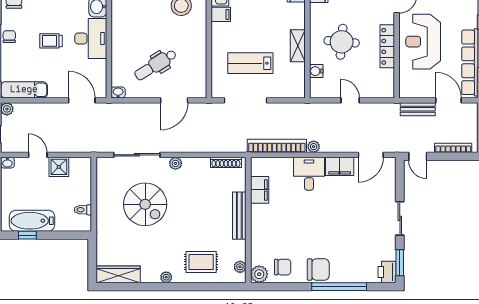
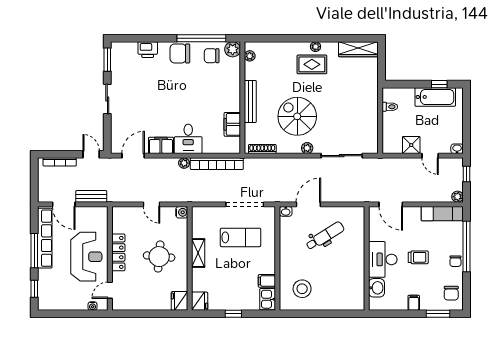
water cooler: (316, 71) -> (182, 212), moved
washbasin: (118, 92) -> (286, 211), moved
spiral stairs: (145, 204) -> (297, 116), moved
rug: (201, 262) -> (312, 64), moved
printer: (387, 272) -> (148, 50), moved, turned 90
window: (339, 287) -> (201, 38), moved

